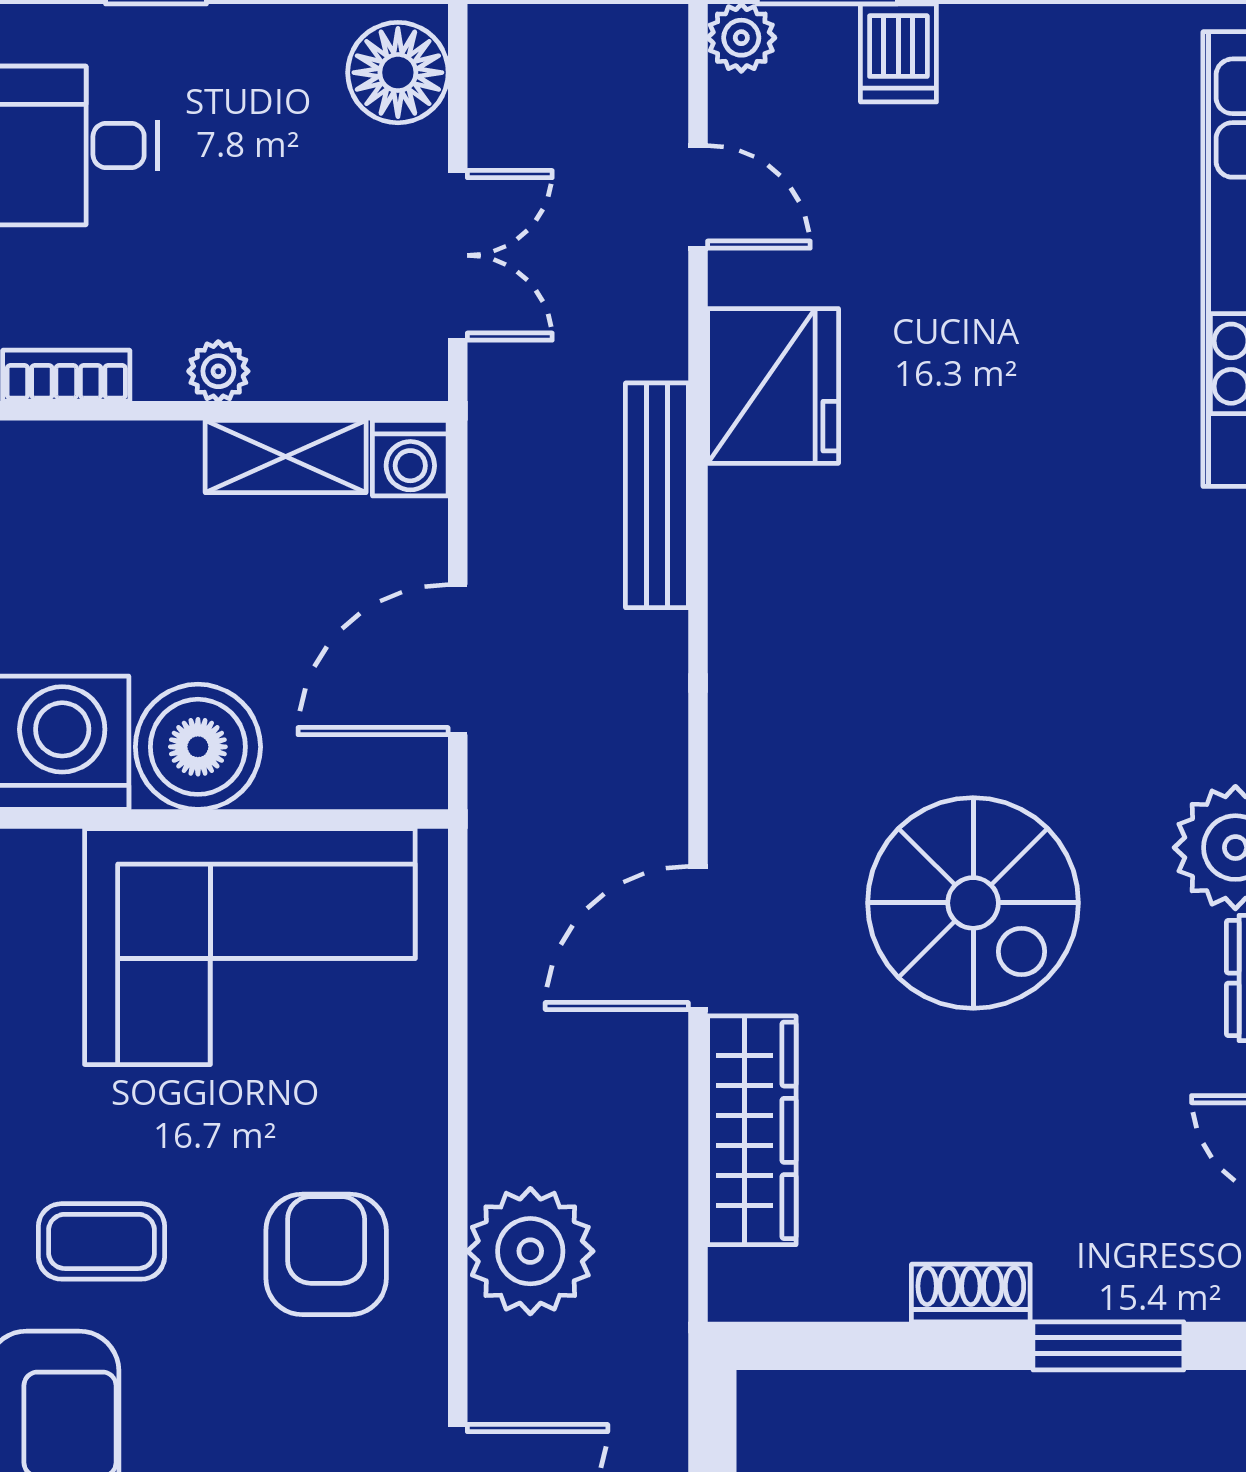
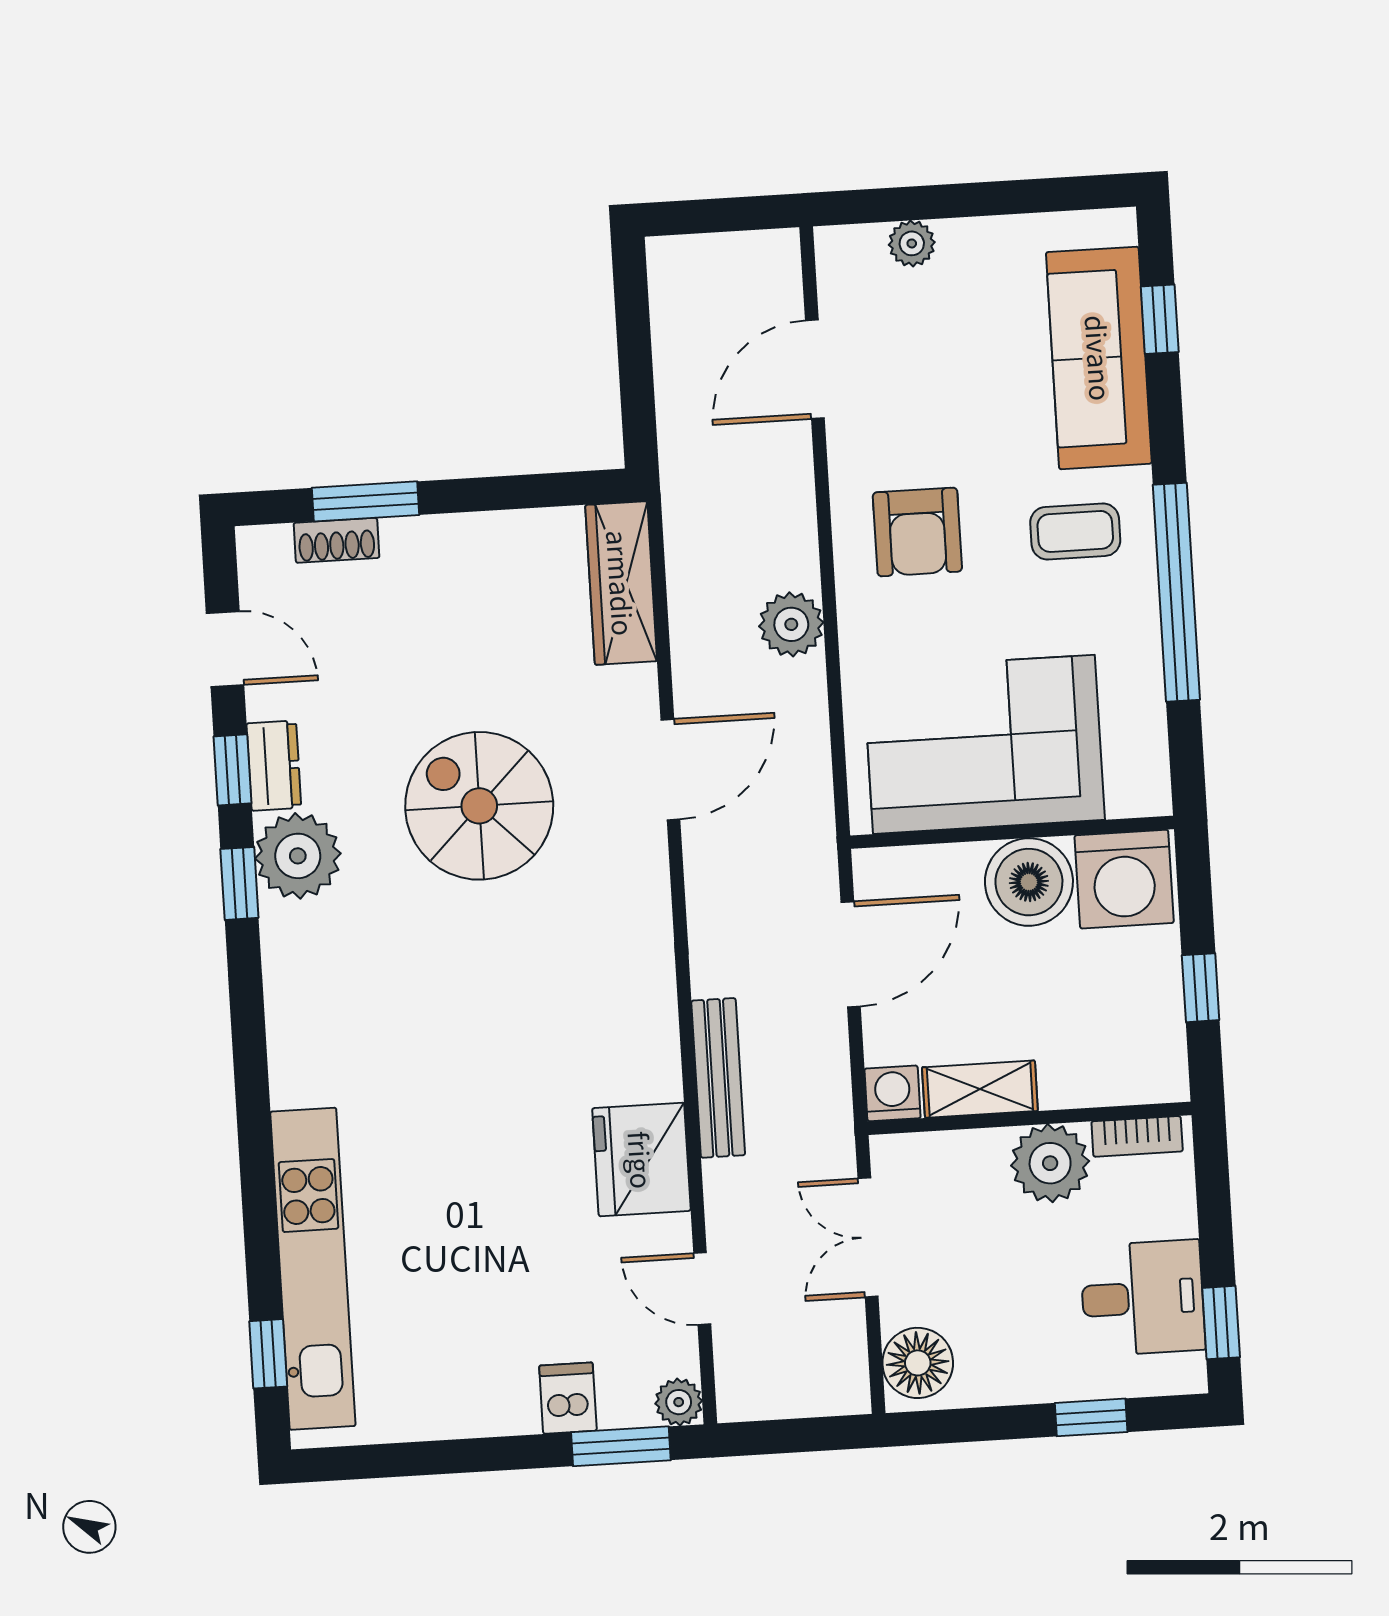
plant: (218, 371) -> (1050, 1163), width x1.88, depth x1.88
wardrobe: (752, 1130) -> (621, 583), moved
plant: (530, 1251) -> (791, 624), moved, width x0.73, depth x0.73
shoe rack: (971, 1293) -> (336, 540), moved

